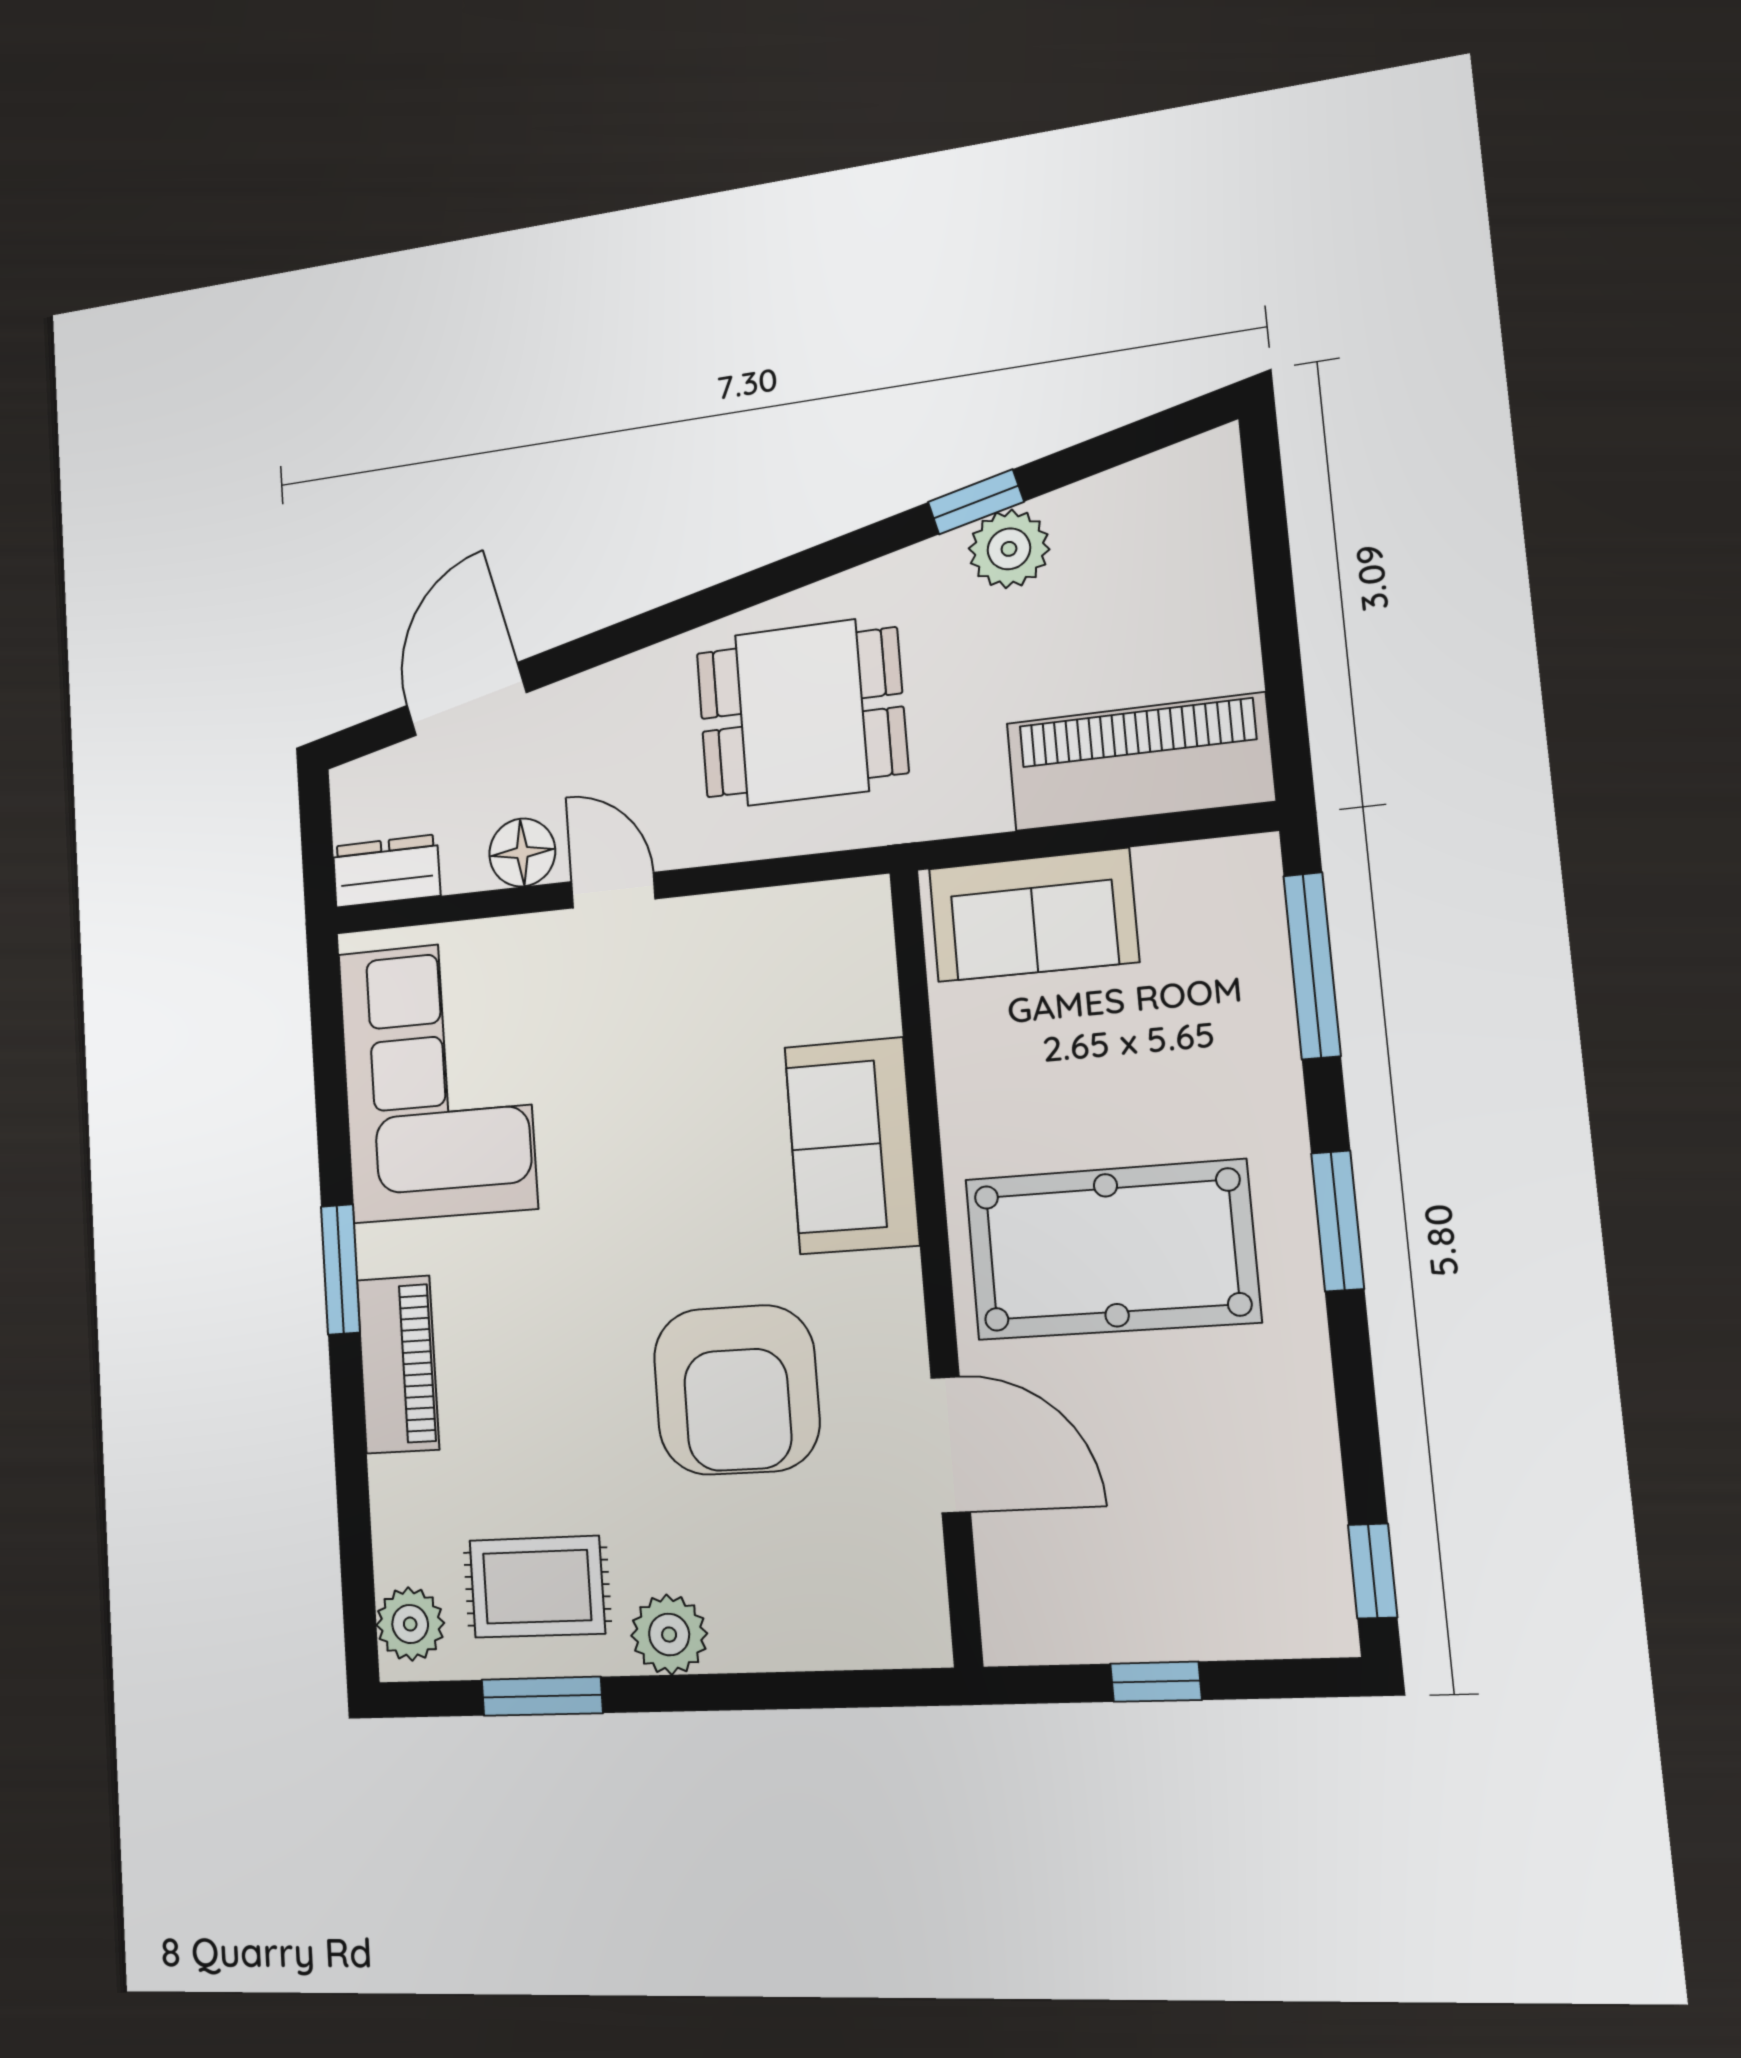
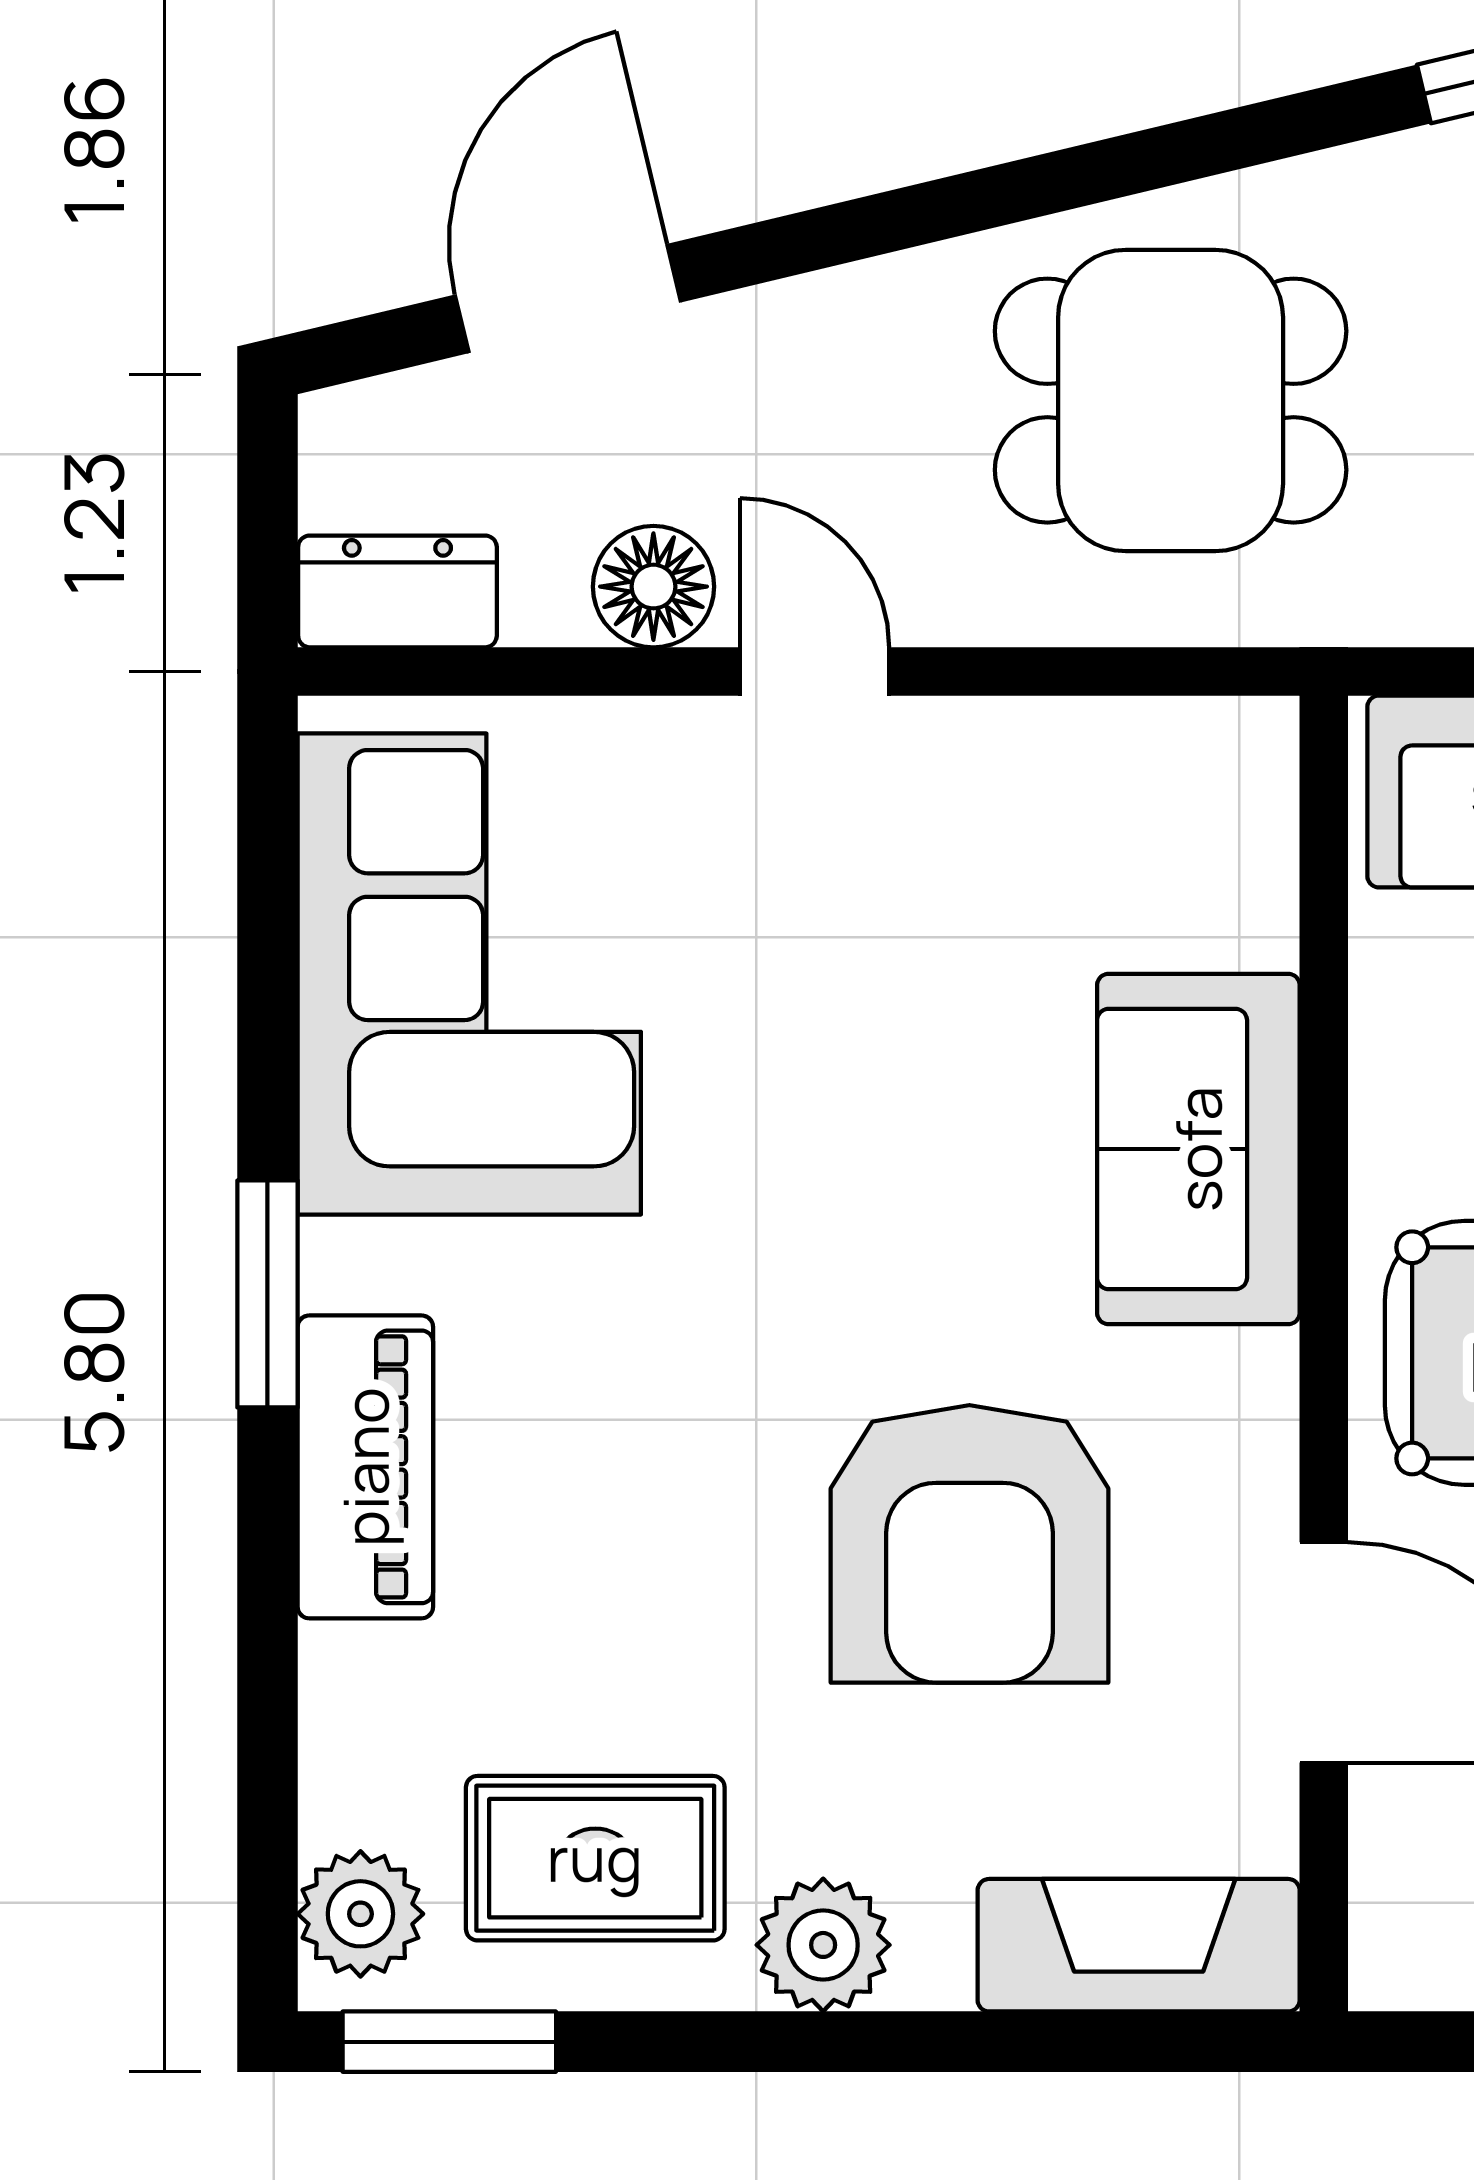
fireplace: (854, 1629) -> (1139, 1945), added
window: (542, 1696) -> (449, 2042), moved

